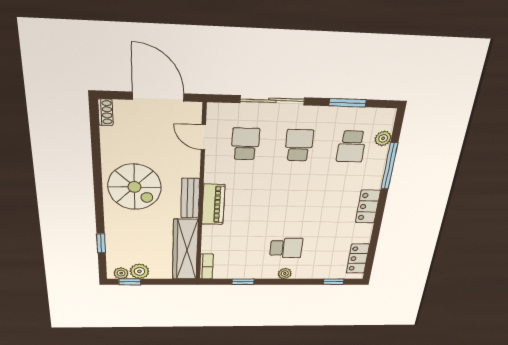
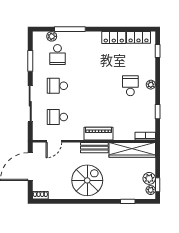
school desk: (351, 147) -> (57, 54), turned 90
locker: (368, 207) -> (114, 38), moved

